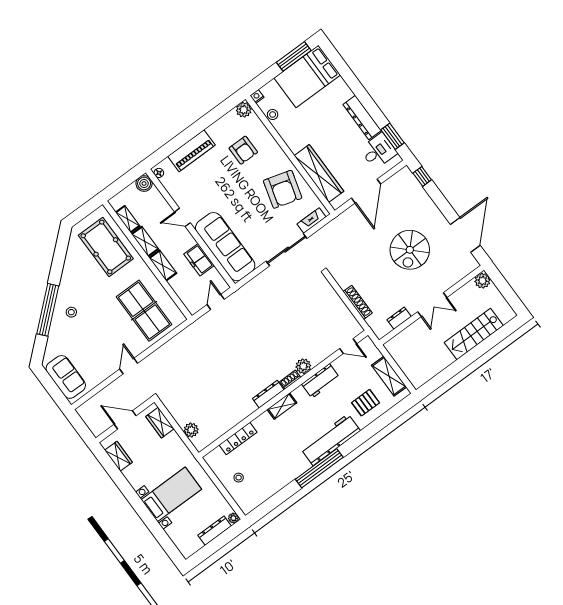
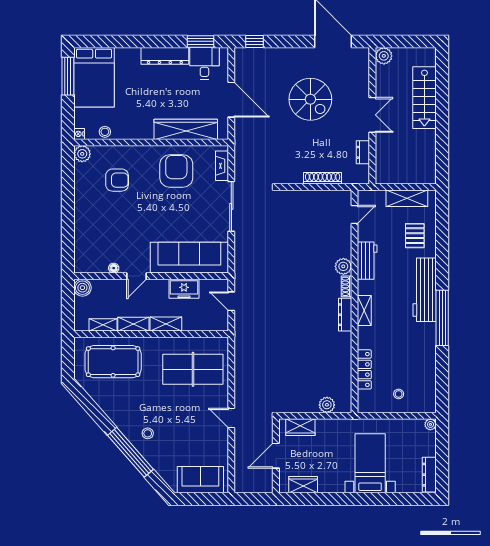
piano: (191, 151) -> (84, 225), removed
floor lamp: (159, 173) -> (114, 268), moved
armchair: (283, 189) -> (176, 171), turned -106
dresser: (215, 531) -> (429, 475), moved

